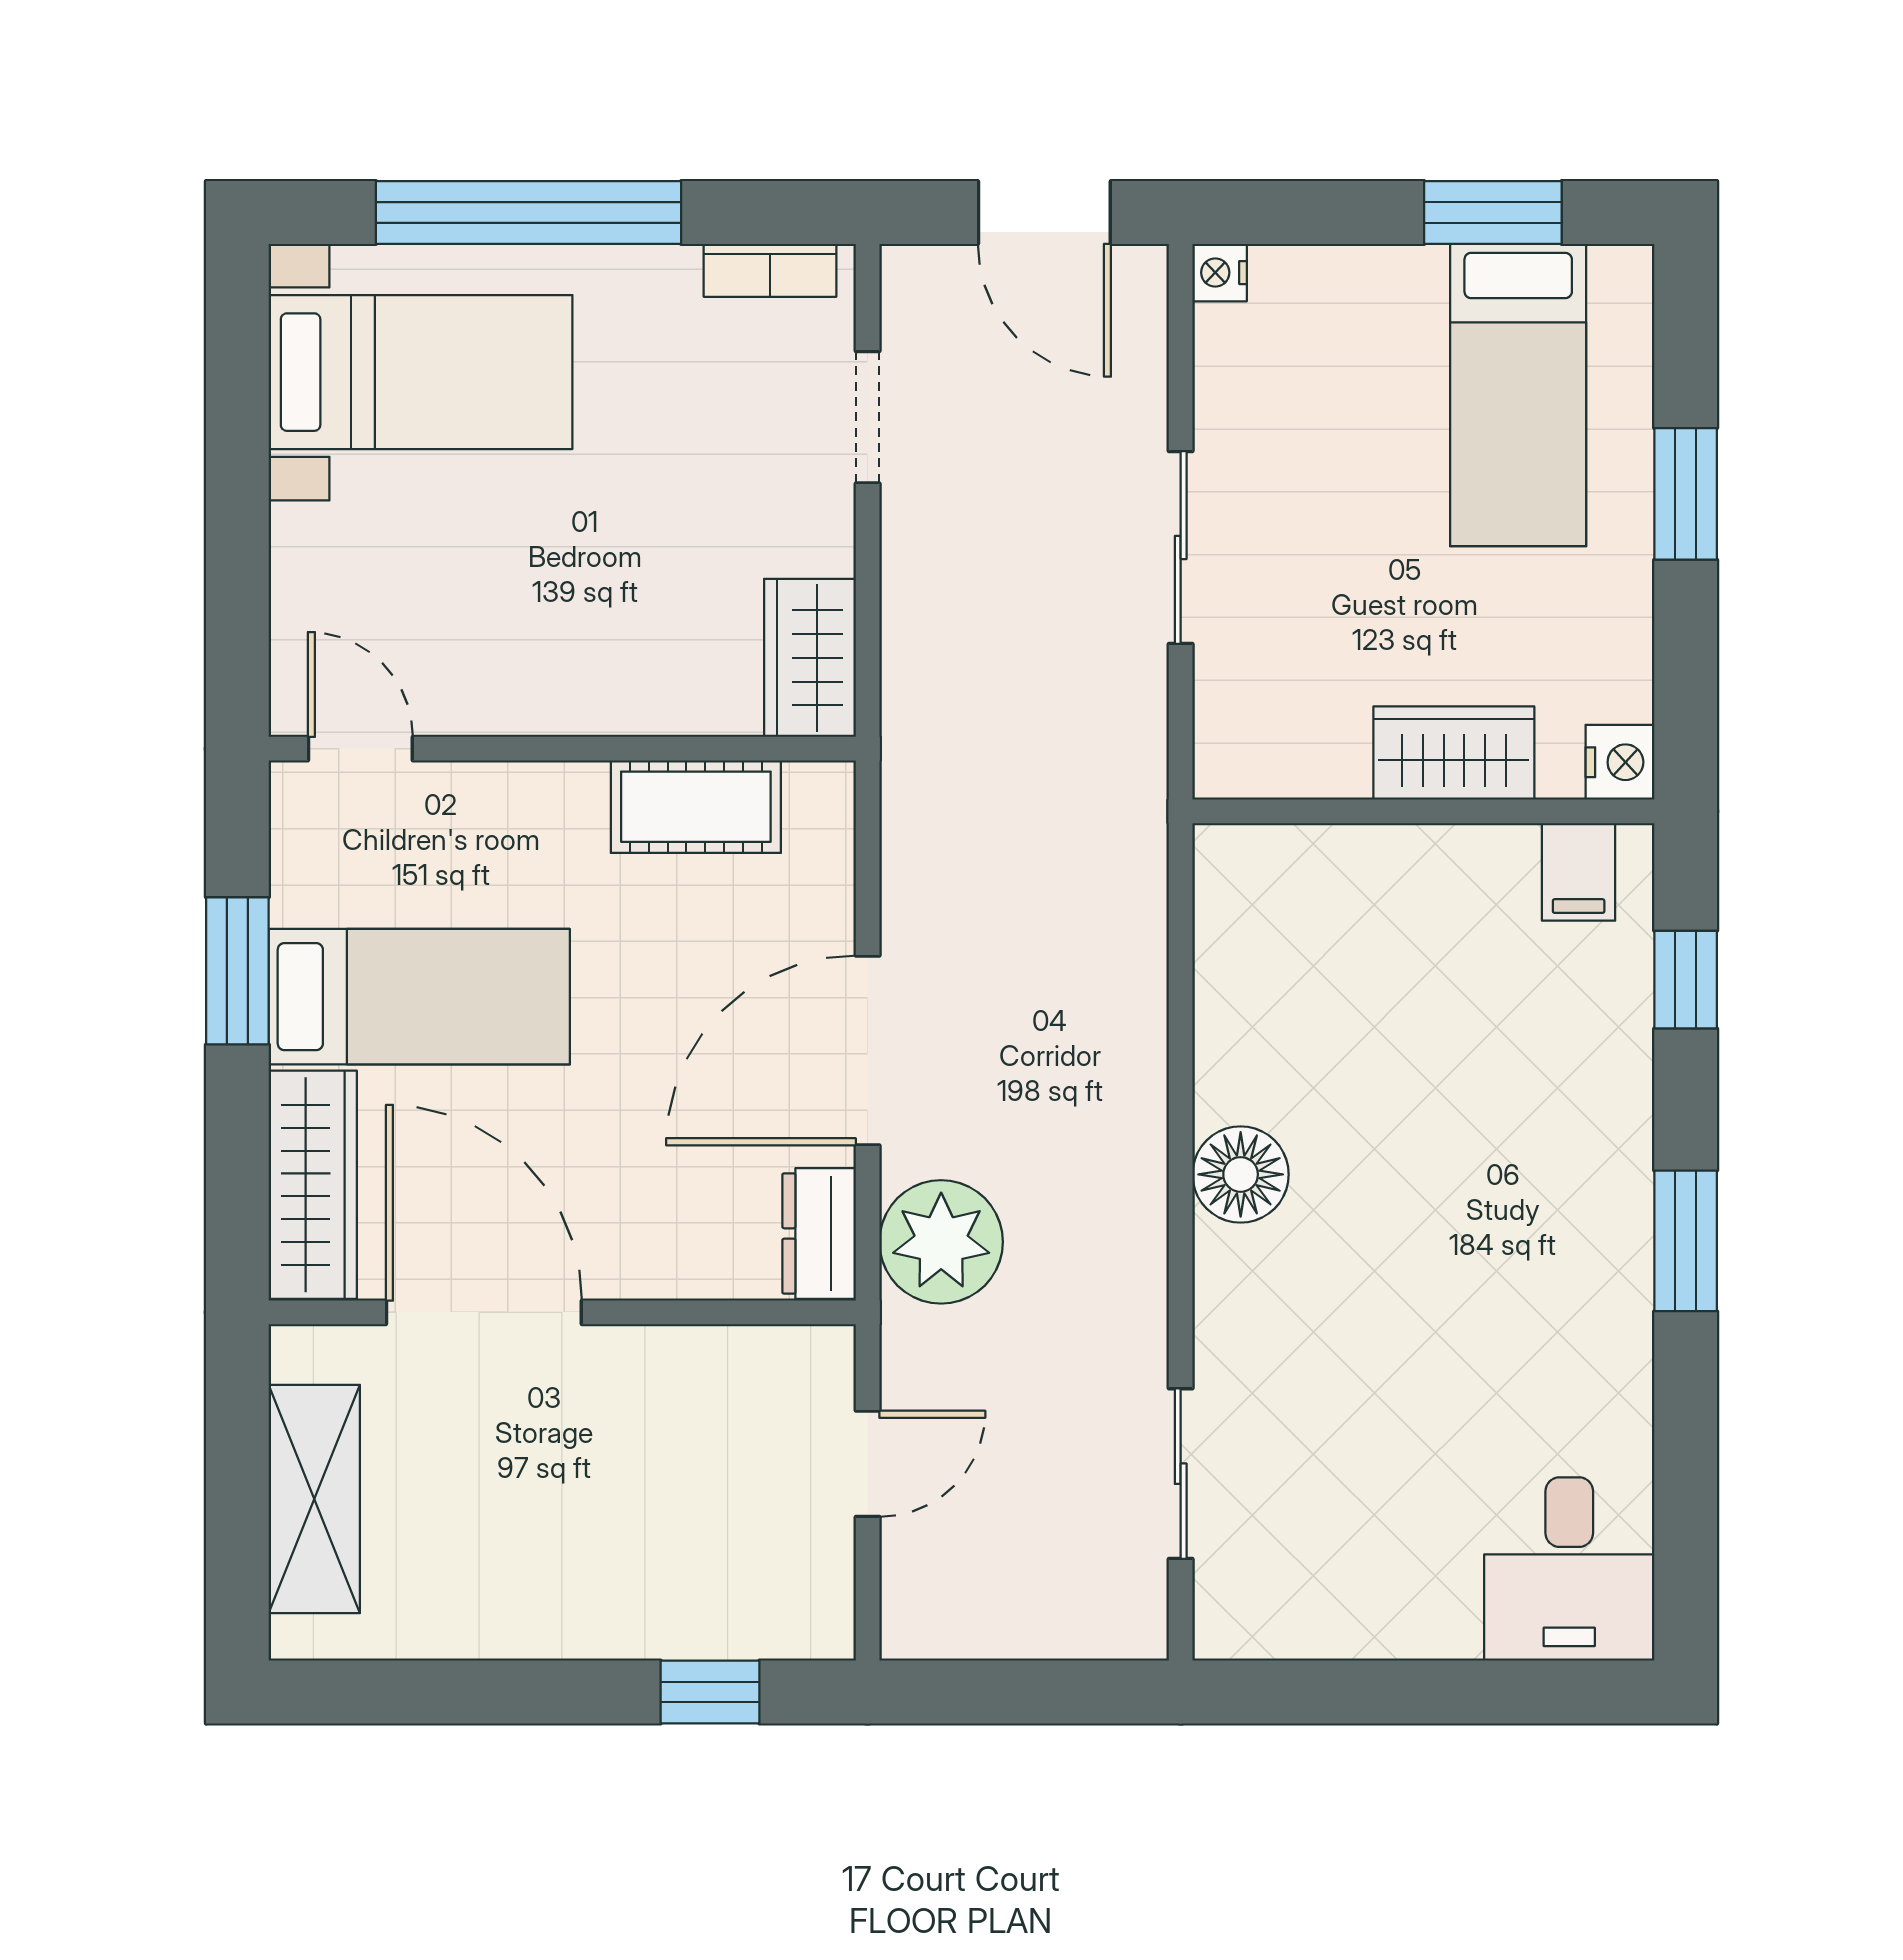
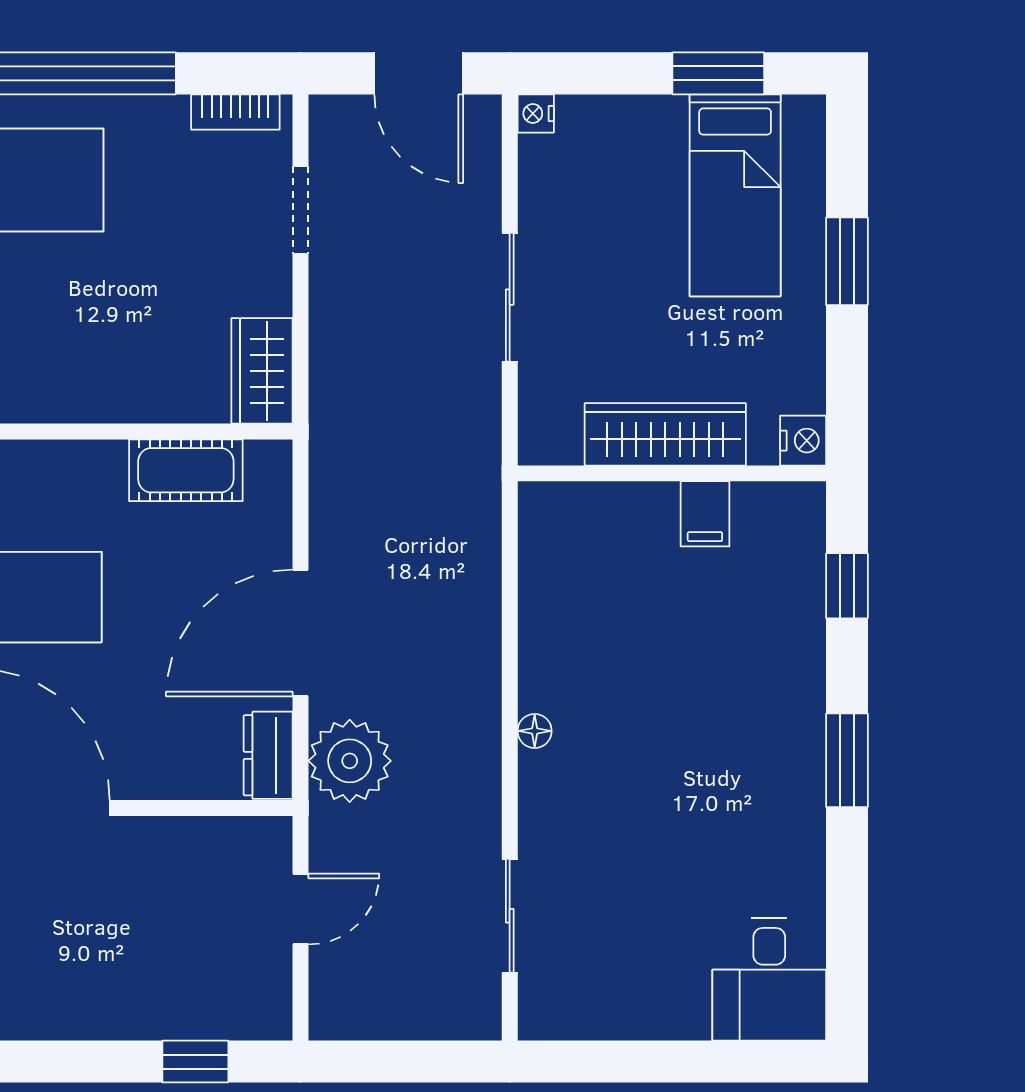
wardrobe: (1454, 753) -> (665, 434), width x1.50
filing cabinet: (1579, 872) -> (705, 514), moved
floor lamp: (1241, 1174) -> (535, 731), width x0.53, depth x0.53

